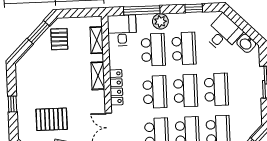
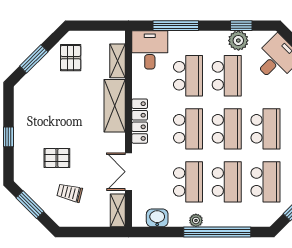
plant: (160, 21) -> (238, 41), moved
window: (38, 32) -> (34, 59), moved
shelving: (98, 76) -> (115, 106), width x1.50, depth x1.33
pallet: (52, 119) -> (57, 158), width x0.67, depth x0.71

